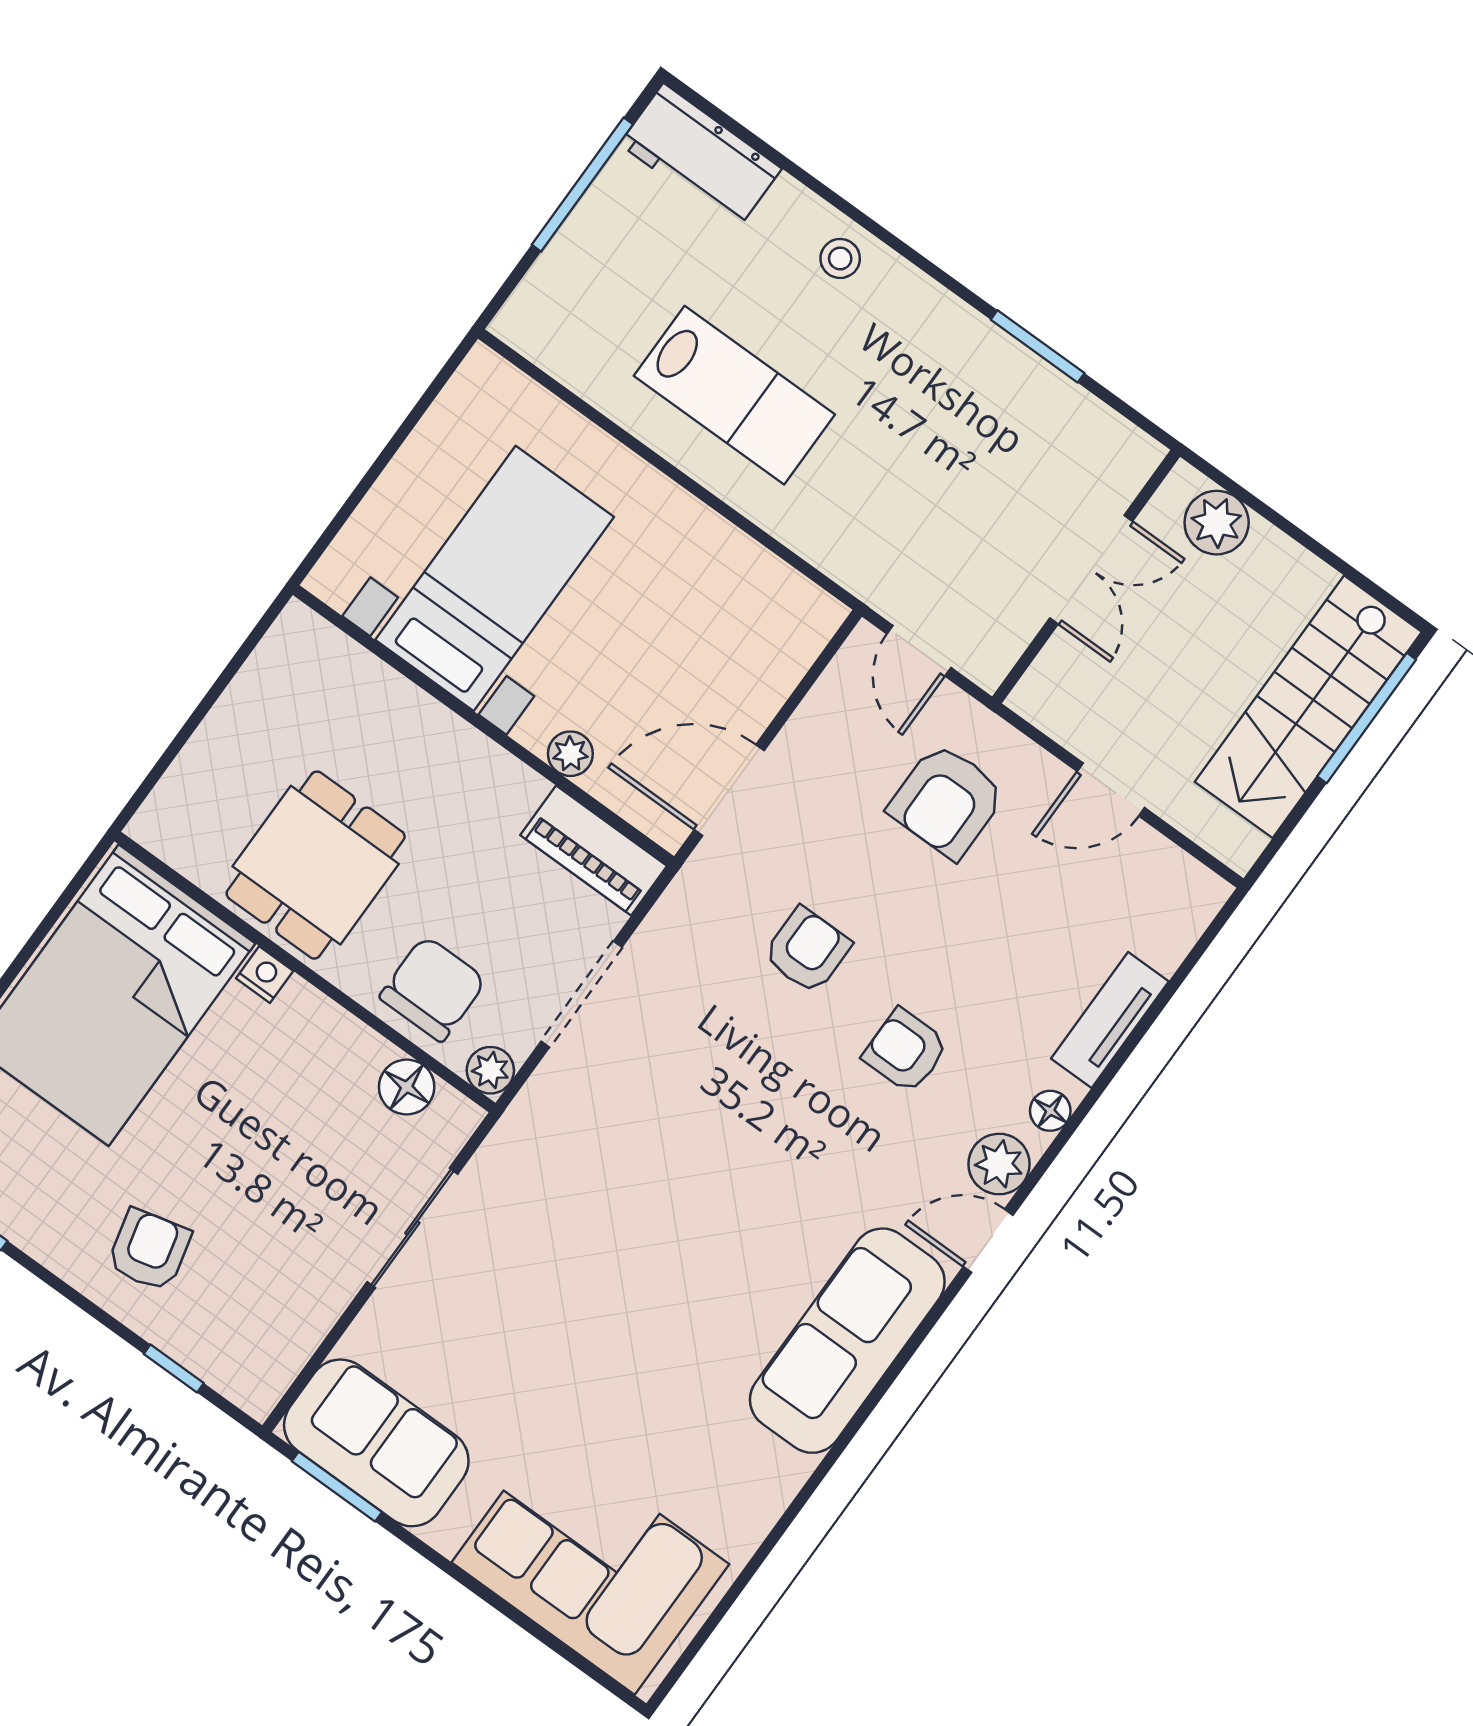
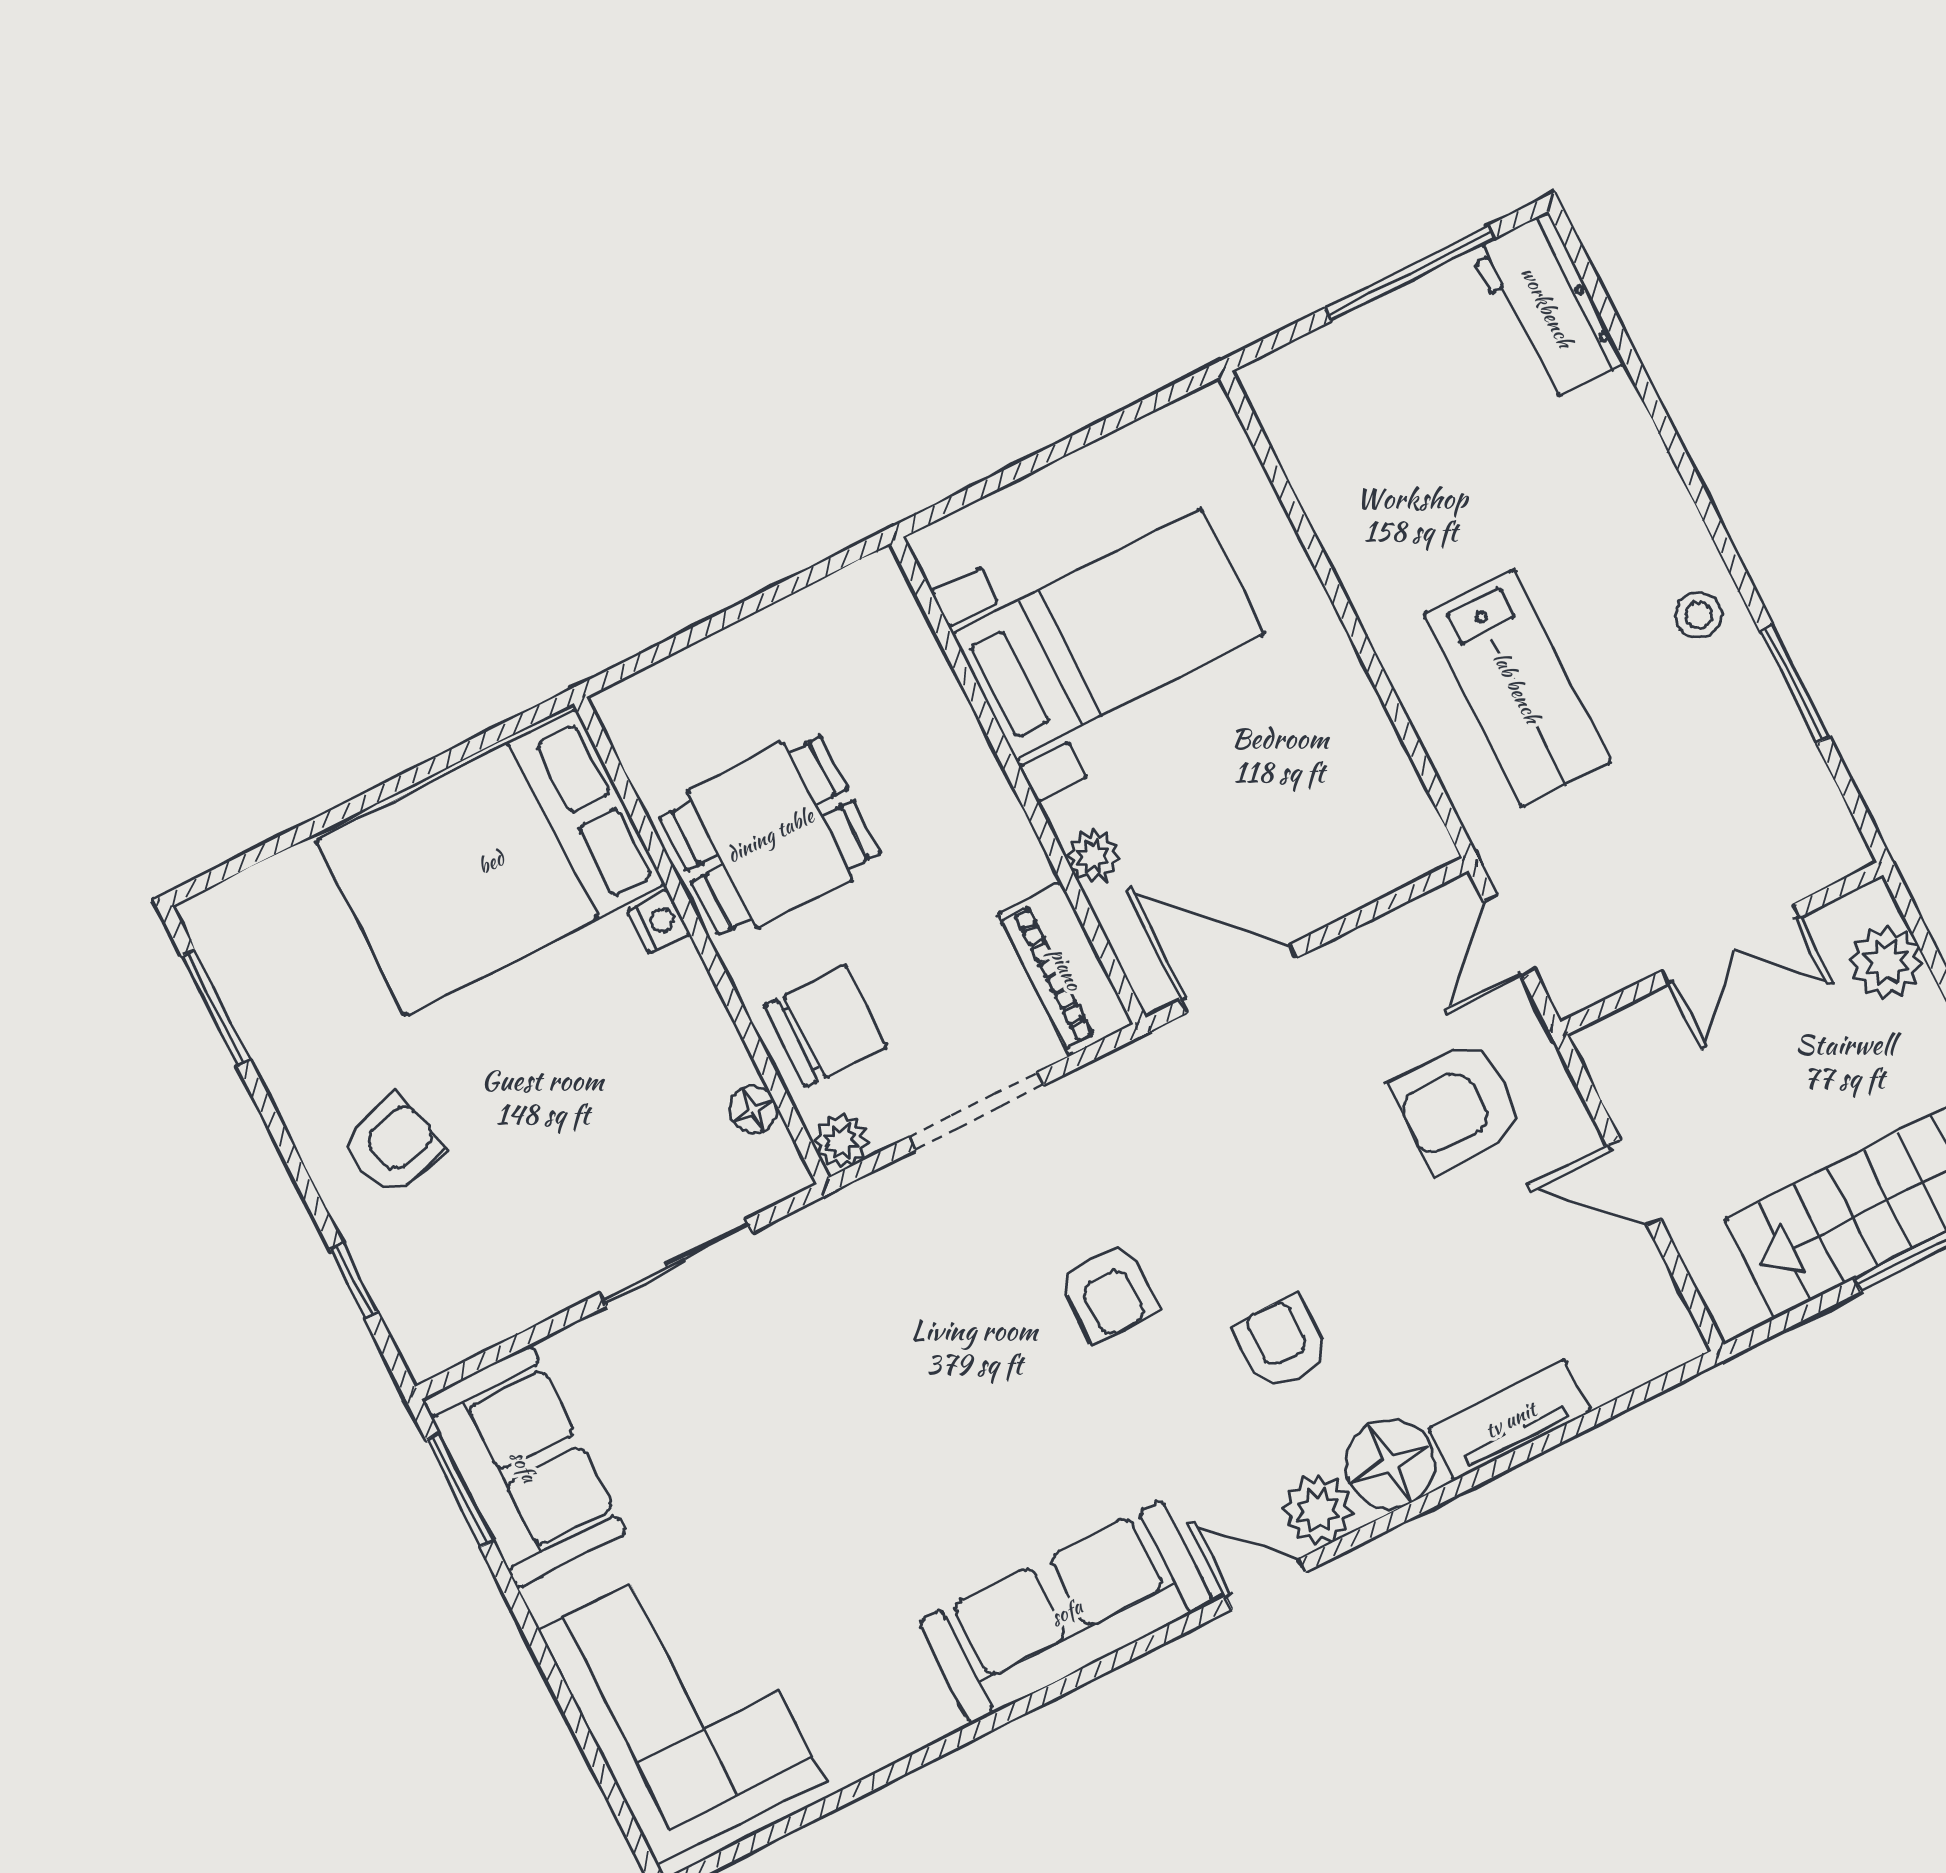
stool: (840, 258) -> (1698, 615), moved
lab bench: (734, 395) -> (1517, 688), moved
armchair: (807, 950) -> (1108, 1292), moved, turned 90
floor lamp: (407, 1087) -> (753, 1110), width x0.73, depth x0.73
floor lamp: (1050, 1111) -> (1390, 1464), width x1.89, depth x1.89

